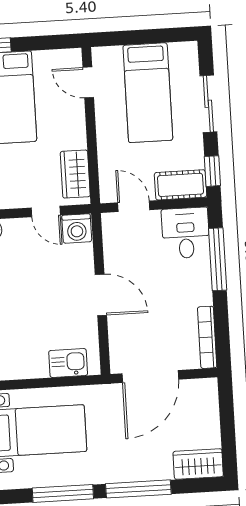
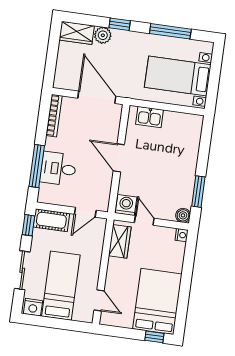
nightstand: (182, 53) -> (33, 307), added
door: (134, 206) -> (85, 212), hinge flipped
desk: (186, 233) -> (58, 169), moved, turned 90
door: (150, 376) -> (97, 97), hinge flipped
plant: (160, 468) -> (103, 35), added
window: (138, 489) -> (120, 24), width x0.46

